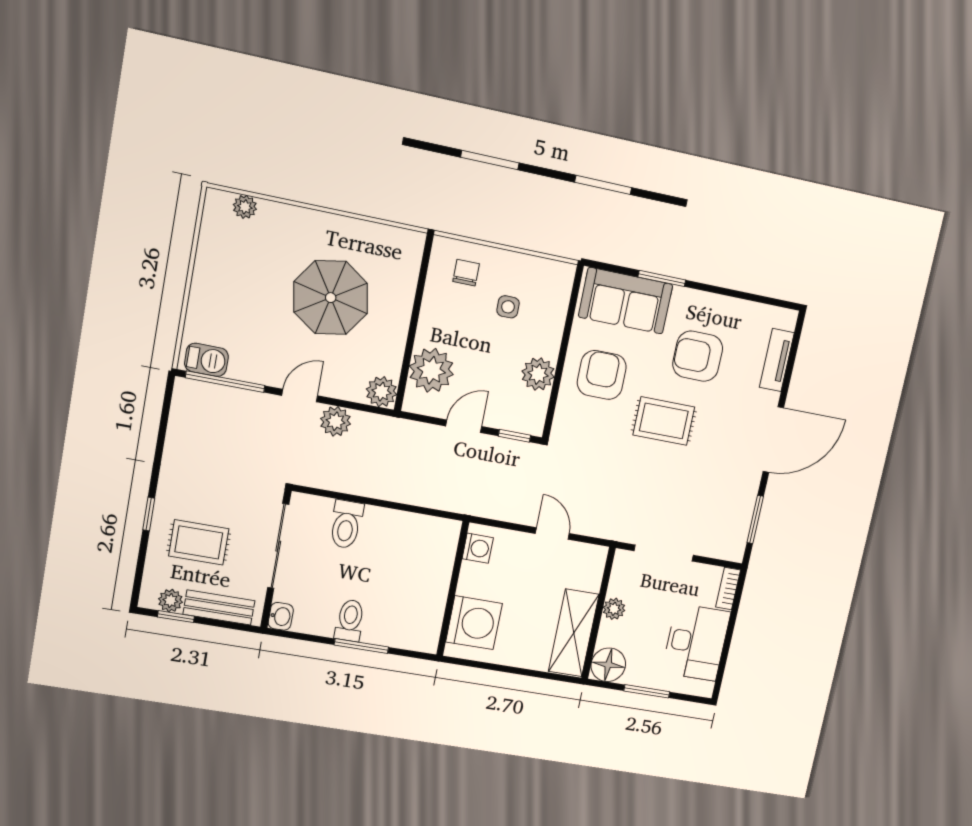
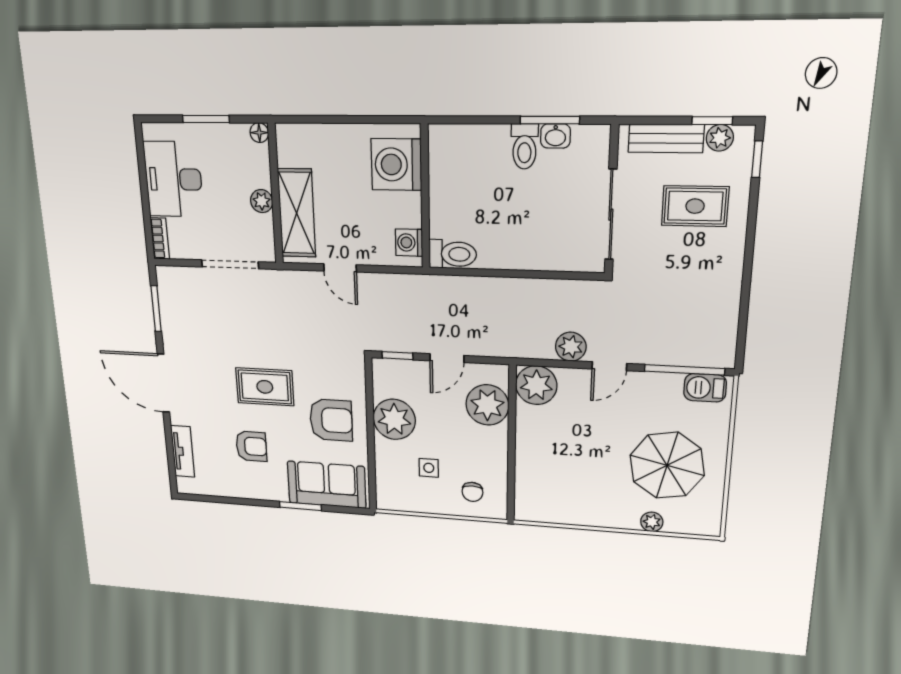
plant: (245, 207) -> (652, 522), moved
parasol: (331, 298) -> (667, 465), moved
armchair: (698, 356) -> (251, 446), width x0.72, depth x0.72
plant: (538, 374) -> (394, 419), width x1.36, depth x1.36
armchair: (602, 375) -> (331, 420), turned -90
plant: (381, 392) -> (536, 385), width x1.36, depth x1.36
door: (773, 440) -> (163, 383), hinge flipped
window: (149, 514) -> (757, 159), moved
toilet: (346, 524) -> (453, 254), moved, turned 90
washbasin: (281, 616) -> (555, 136), moved, turned -90
shelving: (574, 633) -> (297, 213), moved
window: (361, 646) -> (550, 120), moved
floor lamp: (608, 665) -> (259, 133), width x0.53, depth x0.53

